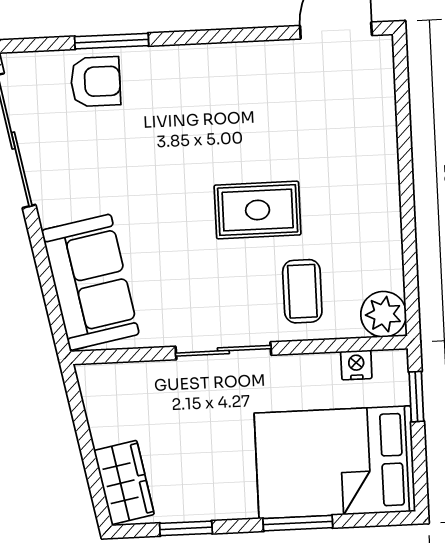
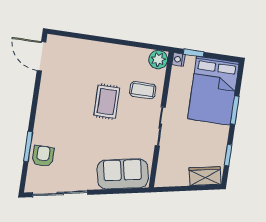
nightstand: (356, 365) -> (178, 59), moved

